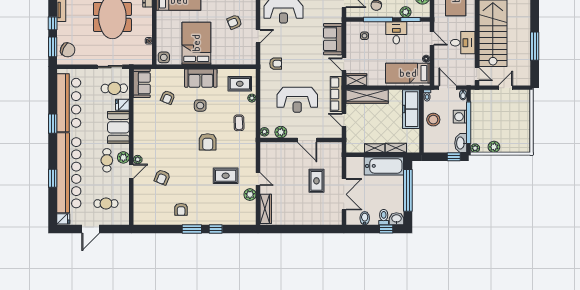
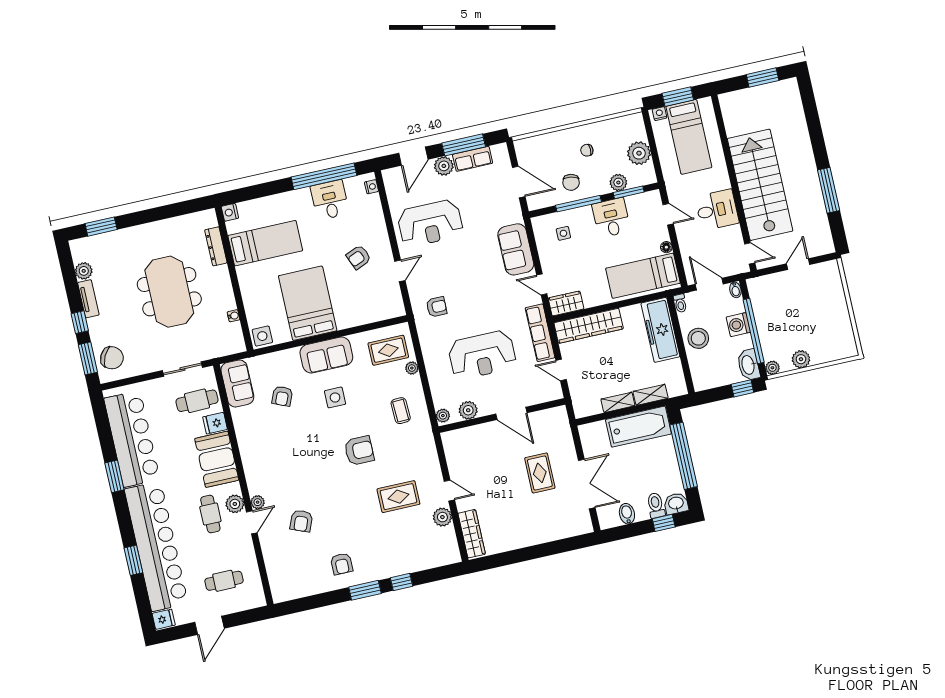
armchair: (208, 142) -> (359, 451), turned -90

